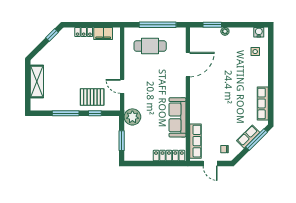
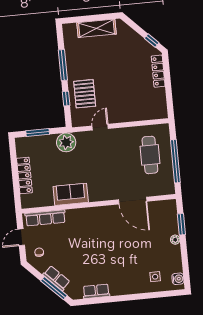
locker: (84, 32) -> (158, 71), width x1.53
filing cabinet: (103, 33) -> (159, 99), removed
row of seats: (263, 103) -> (96, 291), width x0.68
sofa: (177, 117) -> (71, 194), width x0.73
locker: (169, 155) -> (24, 175), moved

